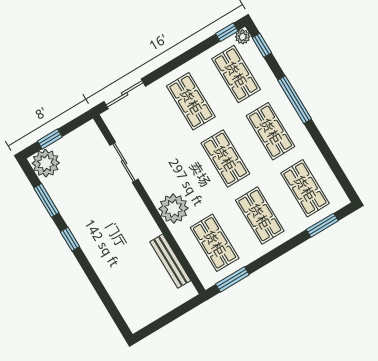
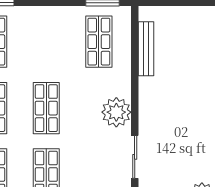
plant: (173, 209) -> (116, 112), moved
shop shelf: (260, 216) -> (46, 42), removed

